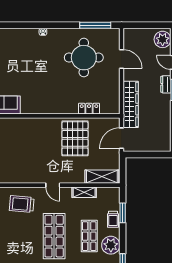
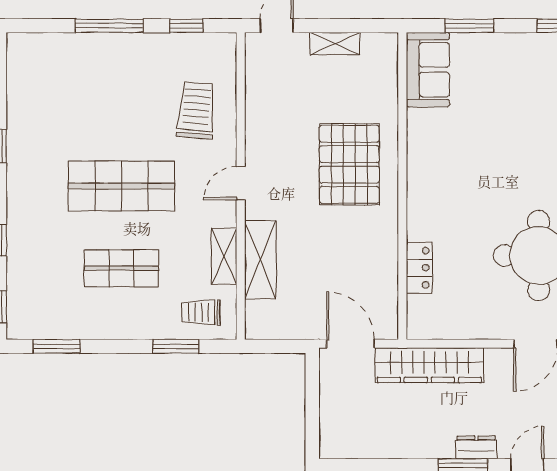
pallet: (75, 138) -> (349, 164), moved, turned 90
shelving: (102, 177) -> (260, 260), moved
trolley: (113, 219) -> (201, 312), moved
plant: (111, 245) -> (100, 319), removed

